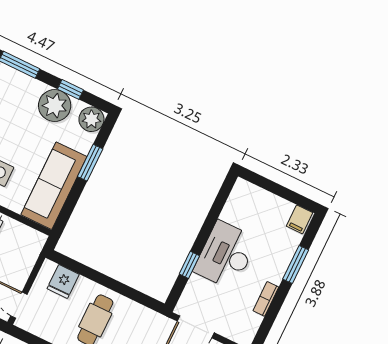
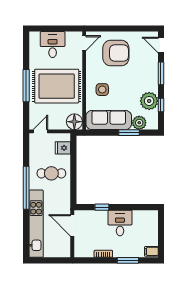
plant: (91, 119) -> (139, 123), moved
floor lamp: (30, 242) -> (74, 122), added
desk: (226, 255) -> (120, 223), width x0.73

